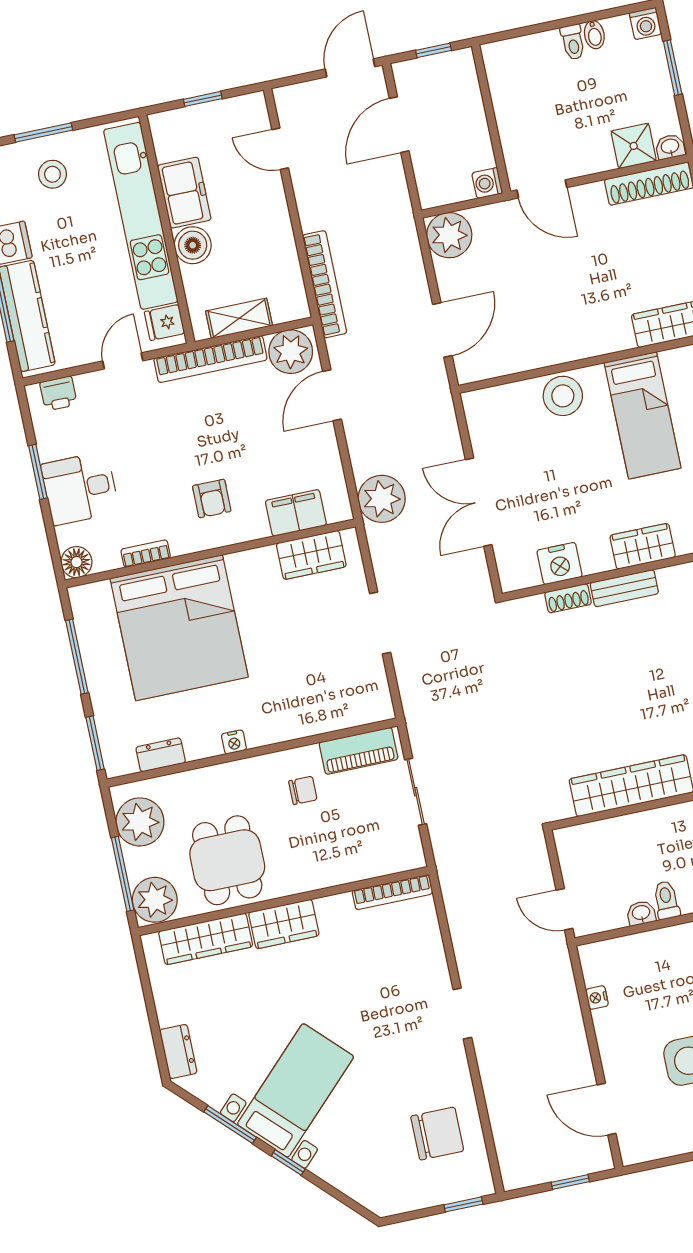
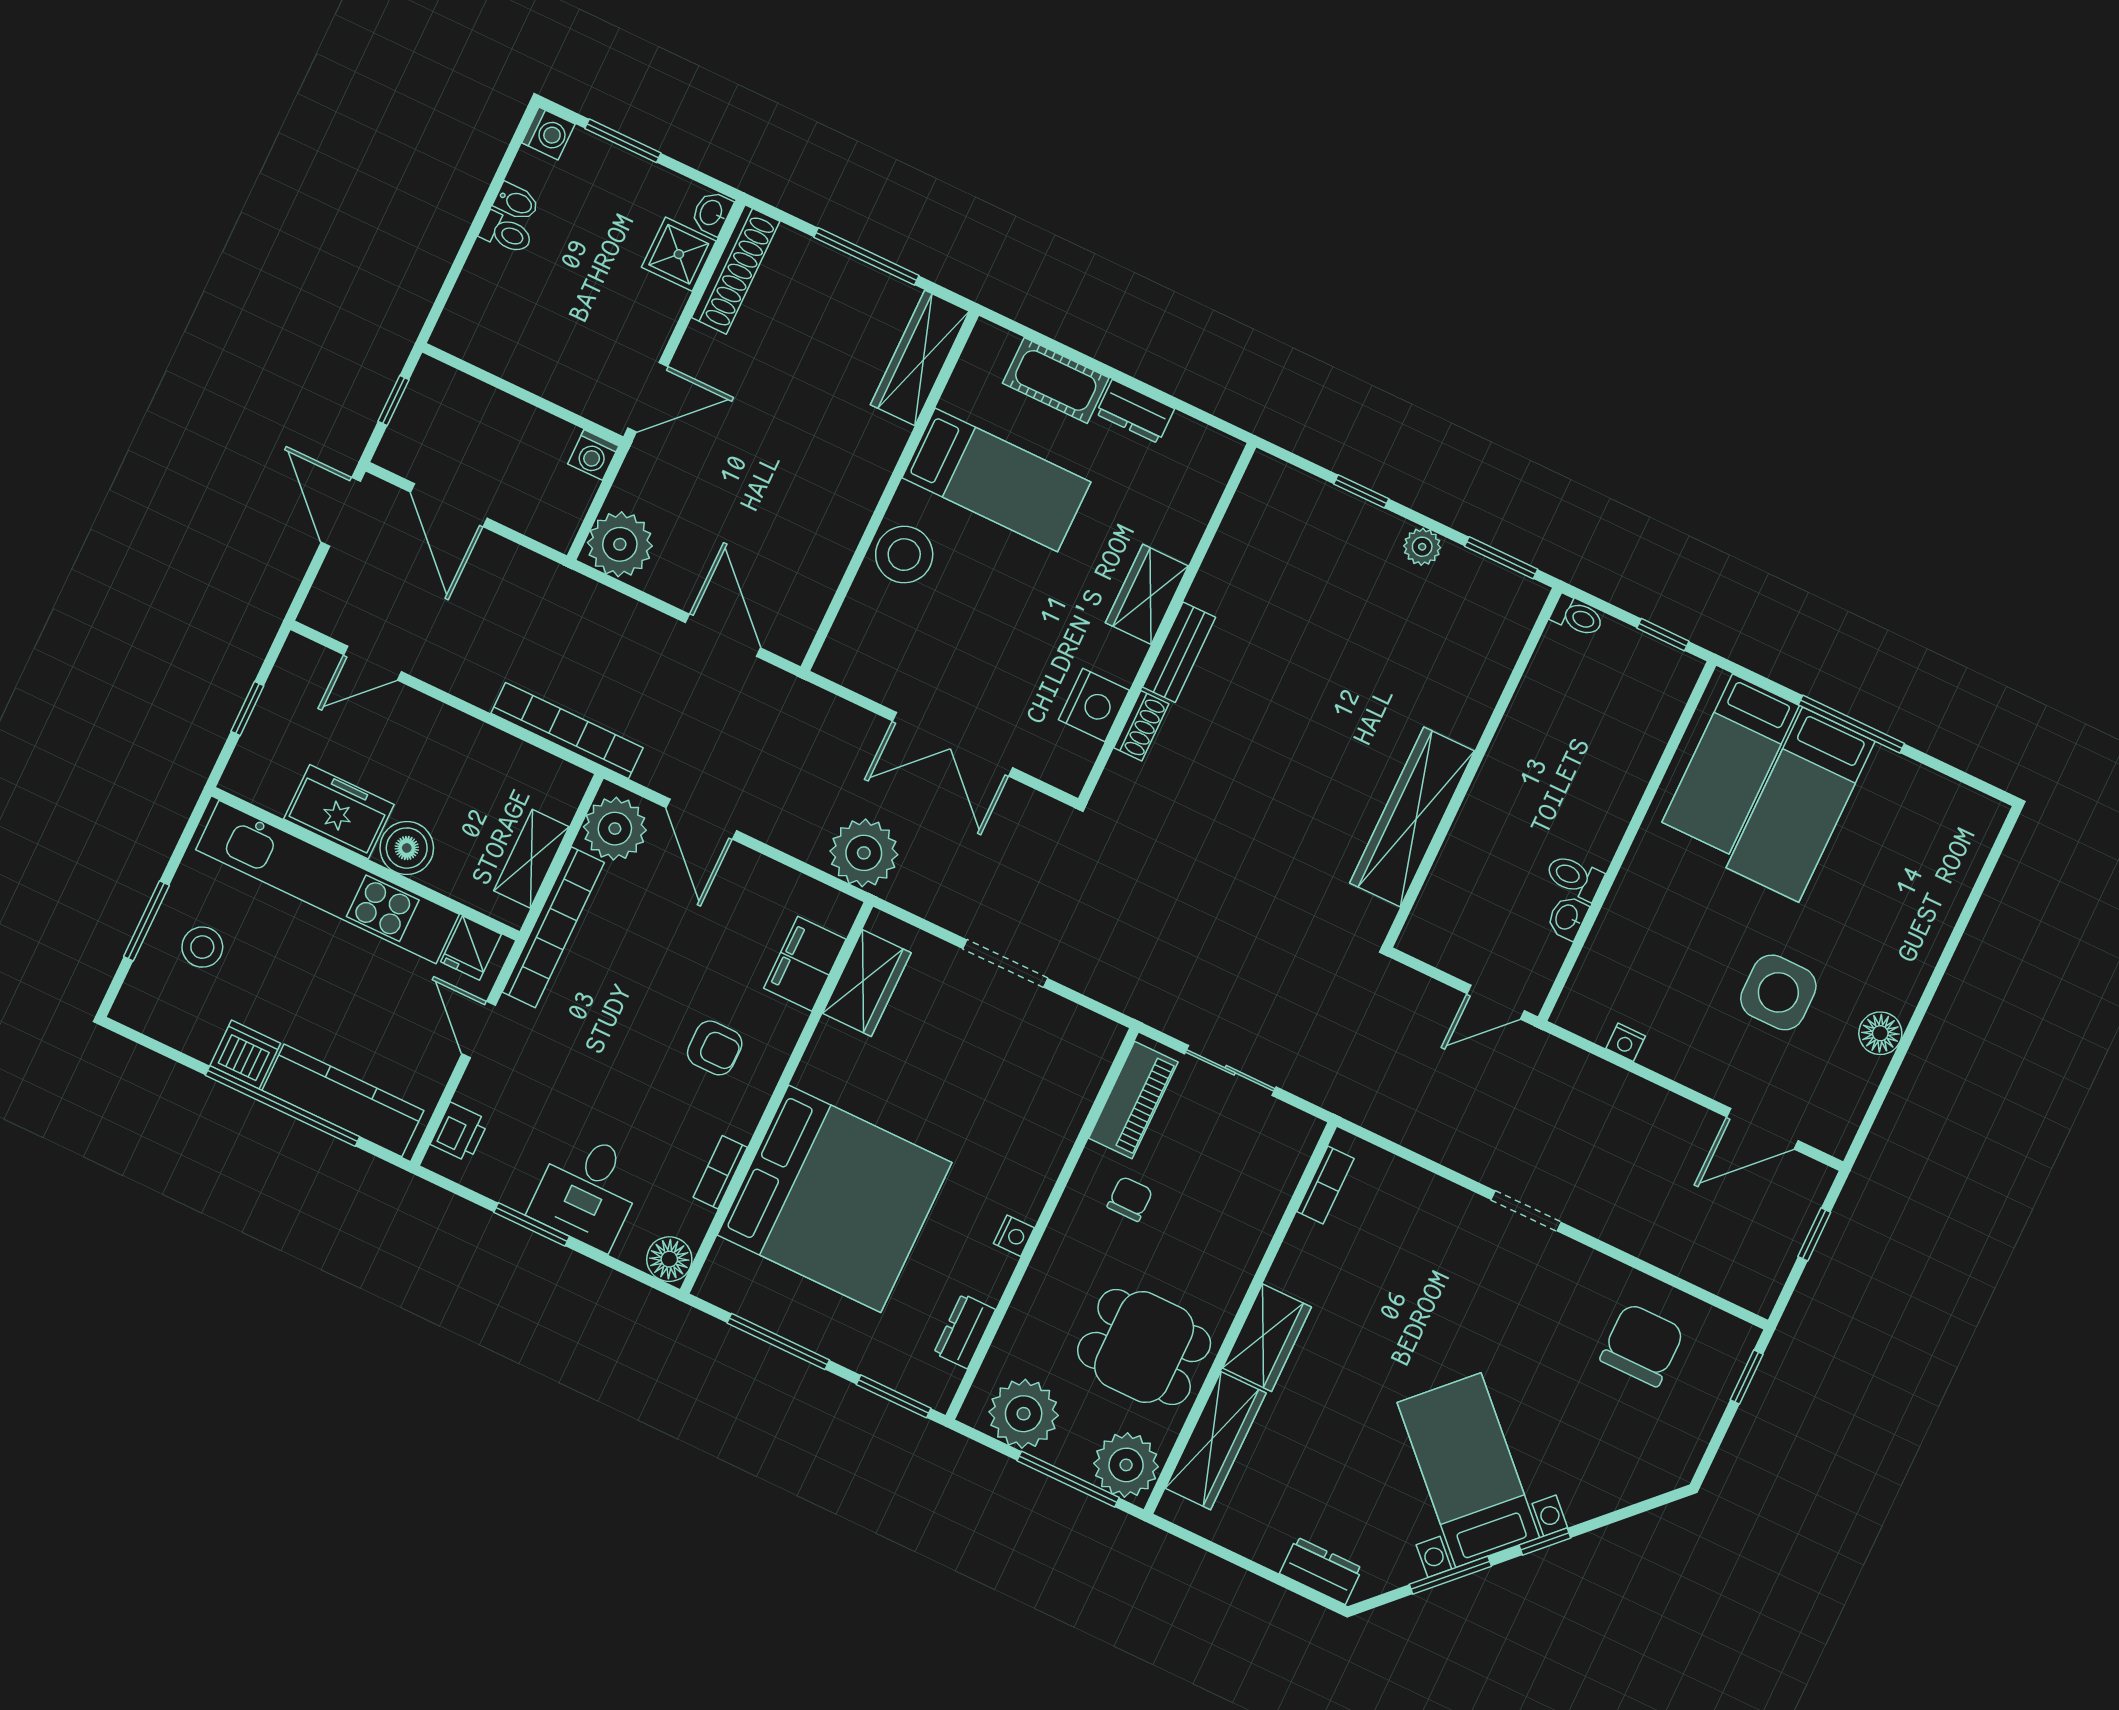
bookcase: (392, 892) -> (1325, 1185), width x0.64

